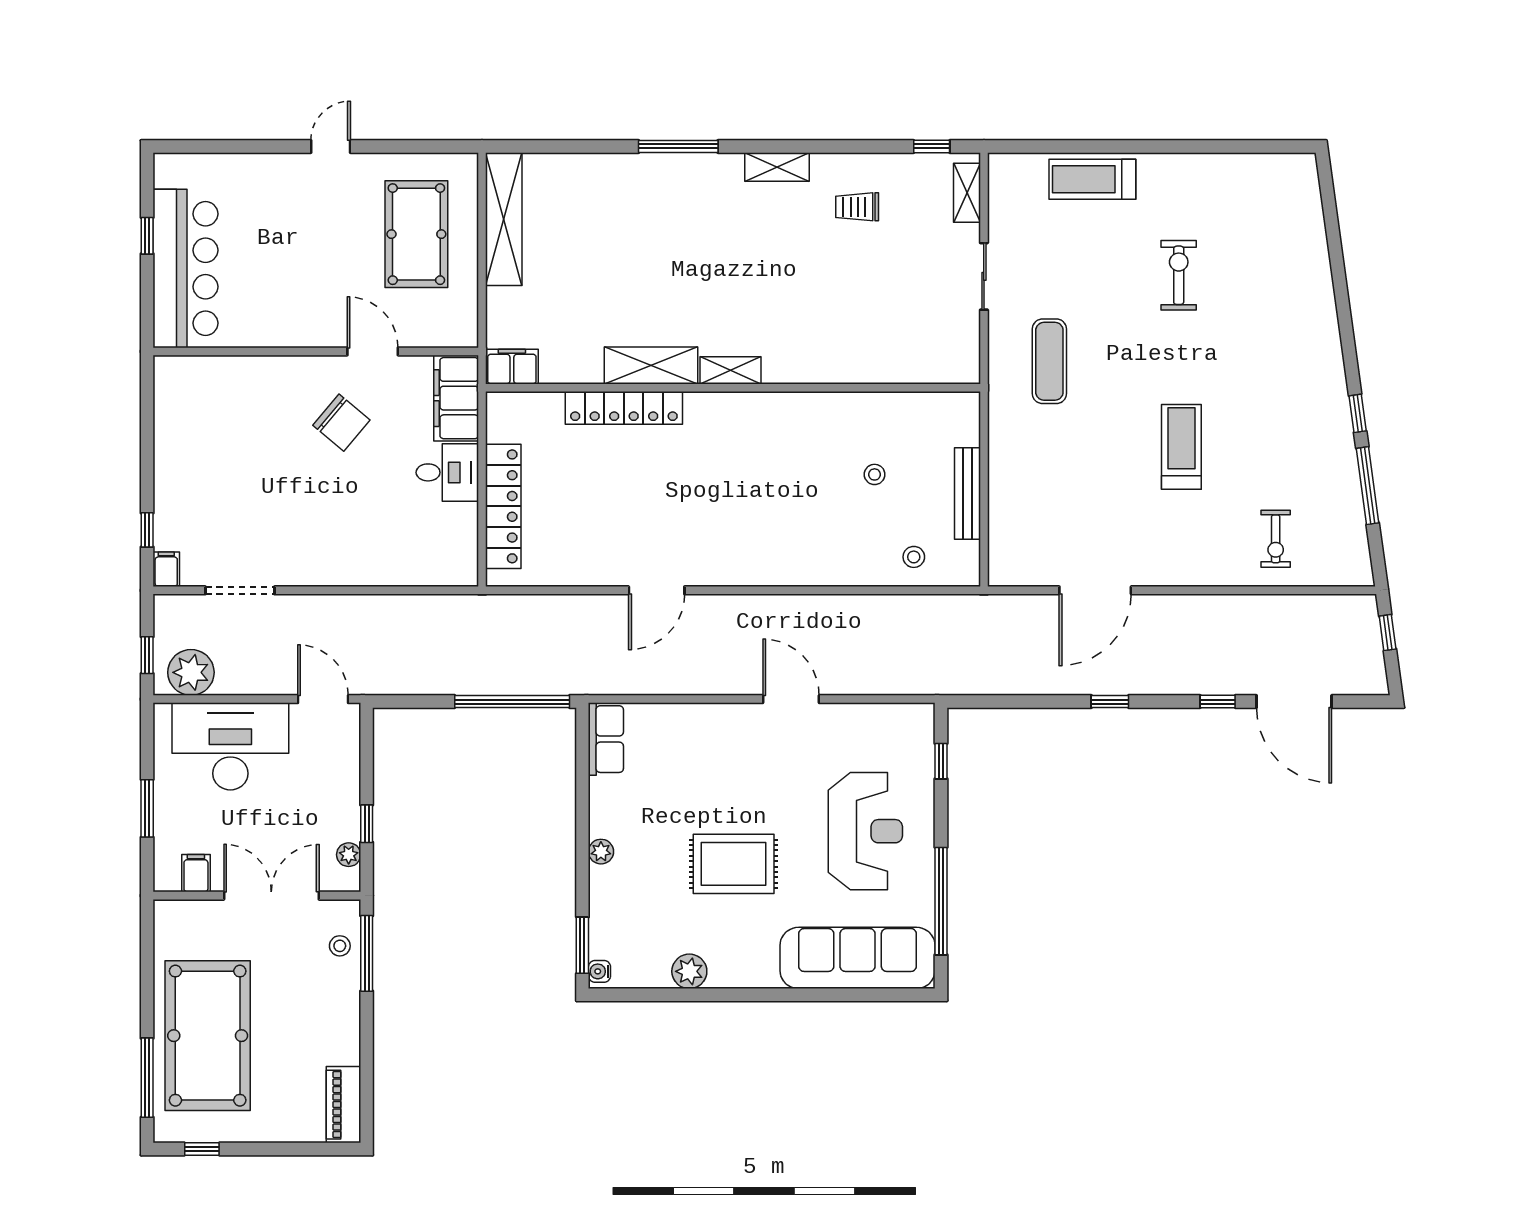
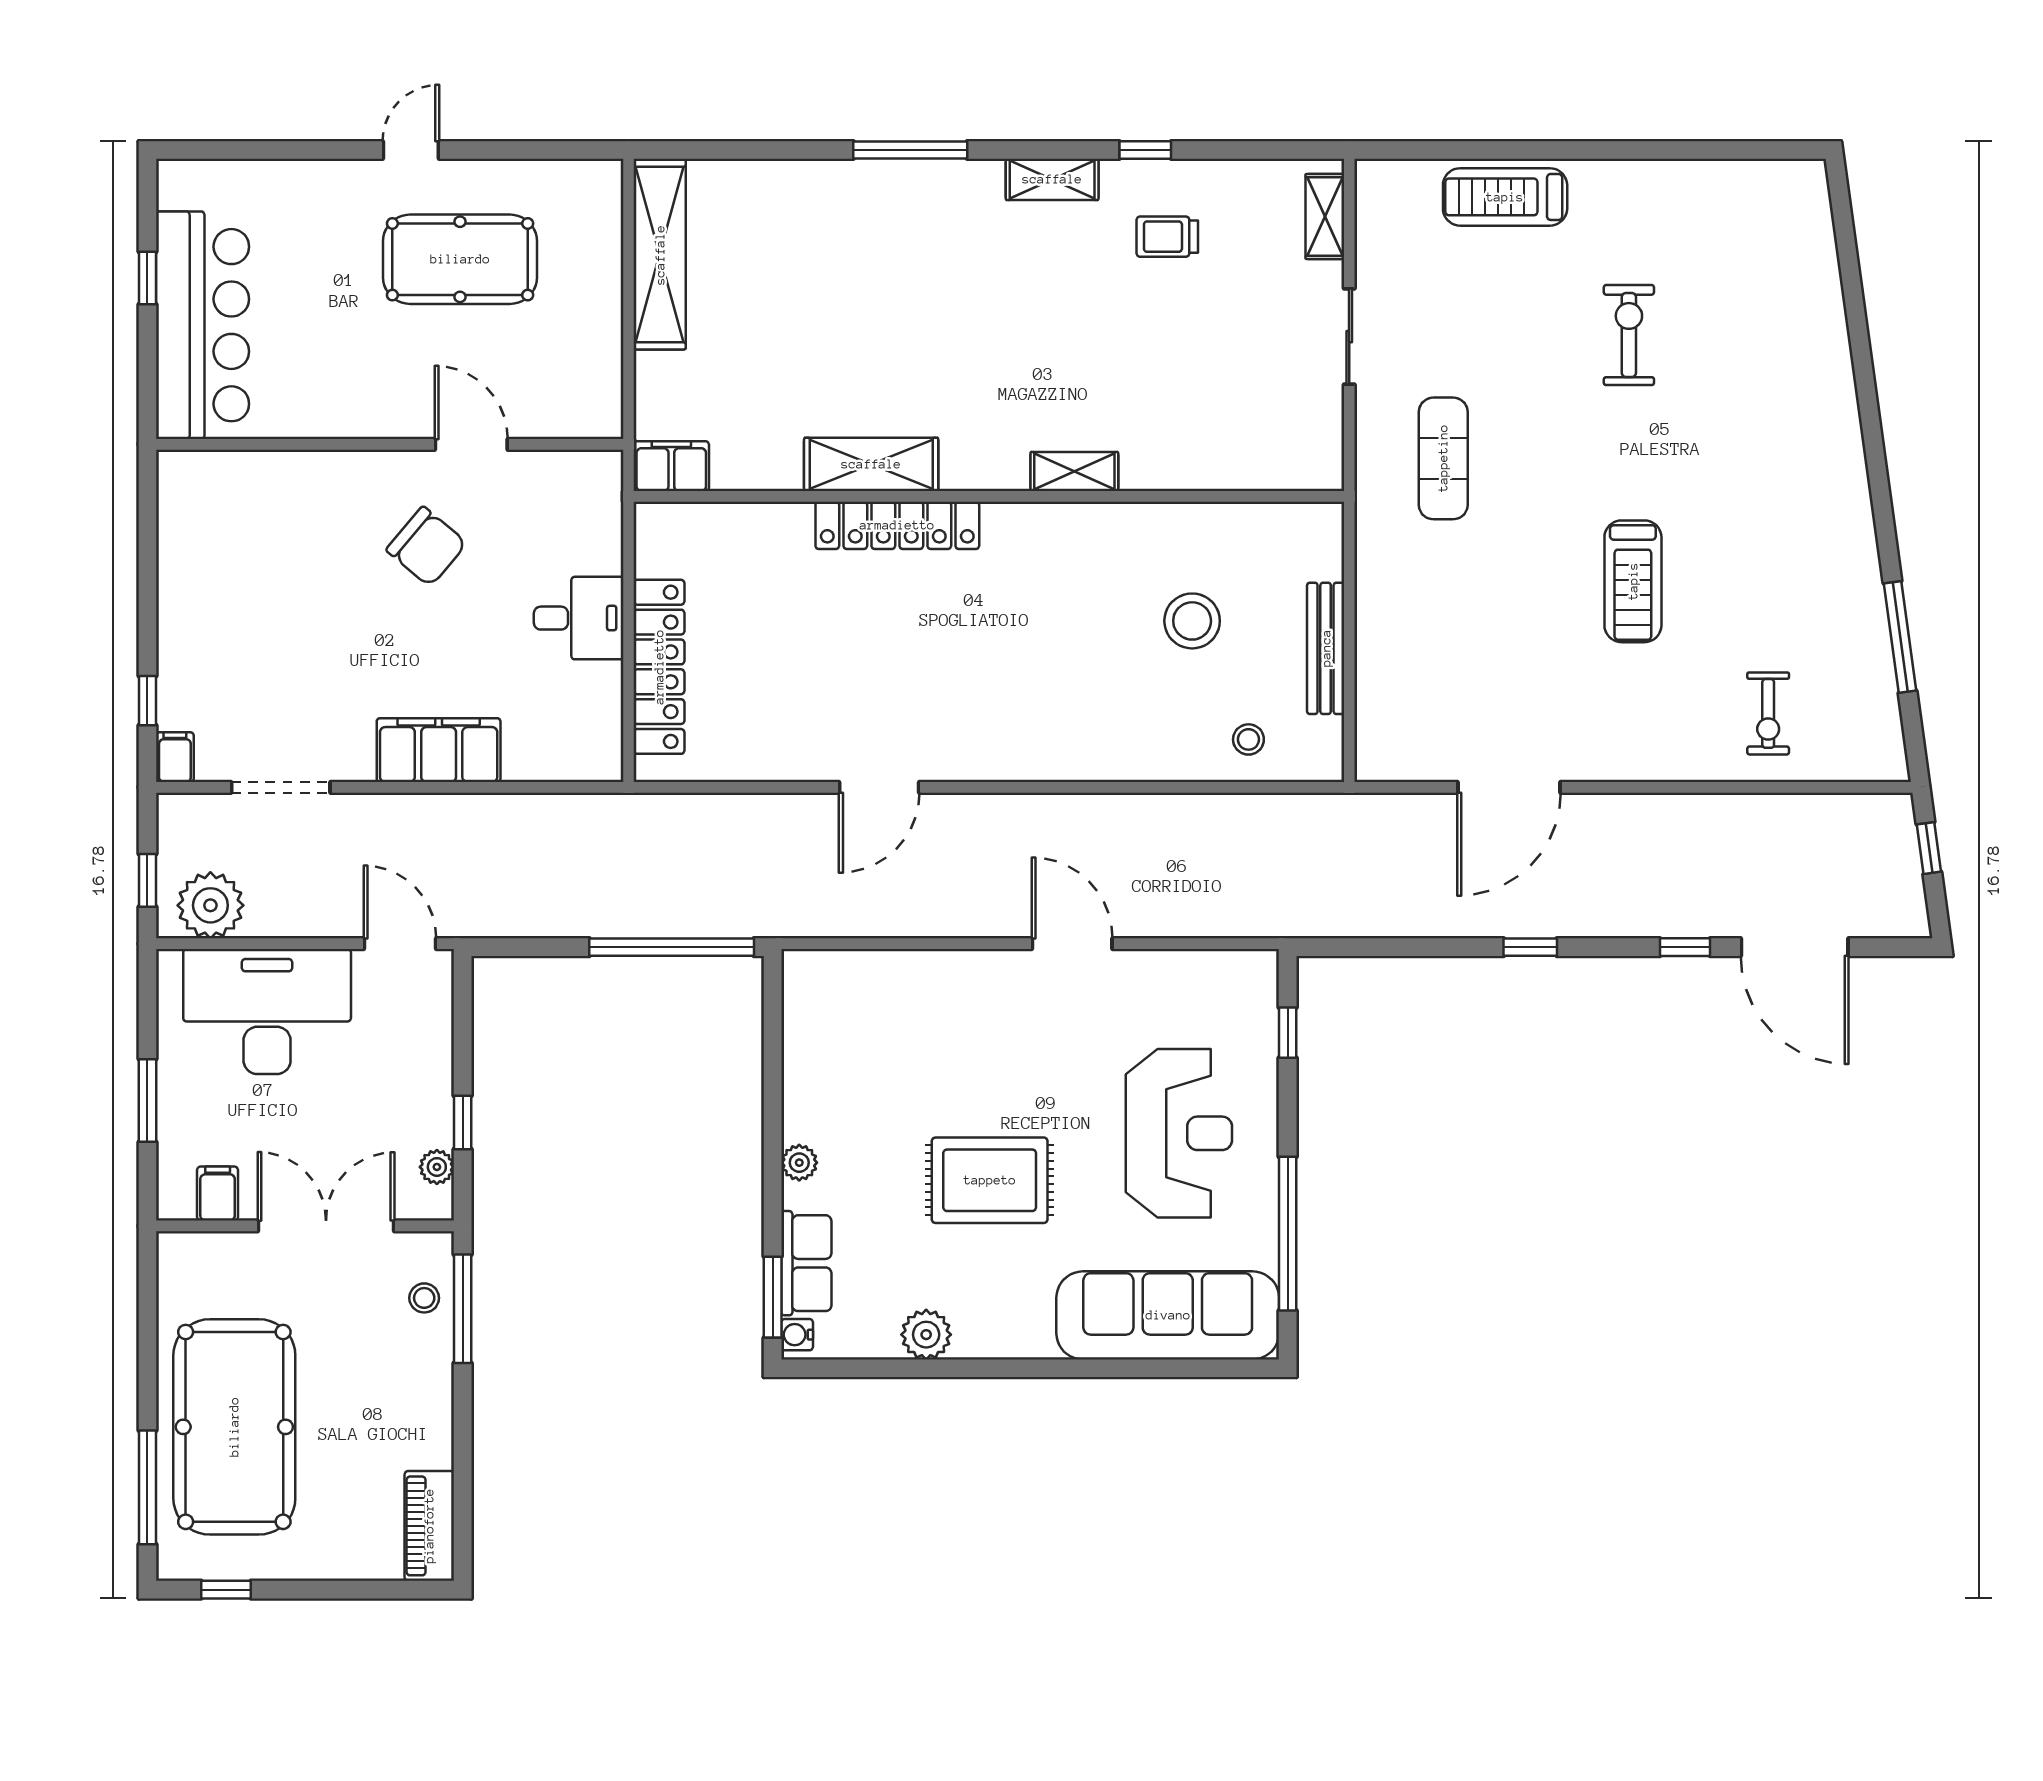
window: (932, 146) -> (1145, 150), moved
pool table: (416, 234) -> (460, 259), moved, turned 90
shelving: (731, 370) -> (1074, 472), moved
filing cabinet: (456, 398) -> (439, 750), moved, turned 90
locker: (624, 408) -> (897, 525), moved
window: (1358, 413) -> (1886, 533), removed
treadmill: (1181, 447) -> (1633, 581), turned 180
stool: (875, 474) -> (1192, 621), width x1.89, depth x1.89
row of seats: (606, 739) -> (806, 1263), moved

